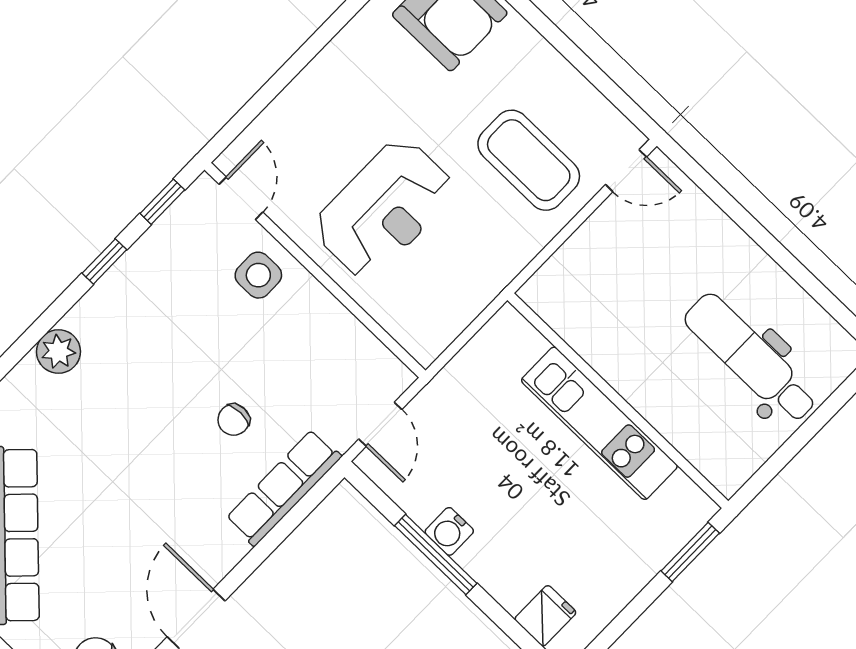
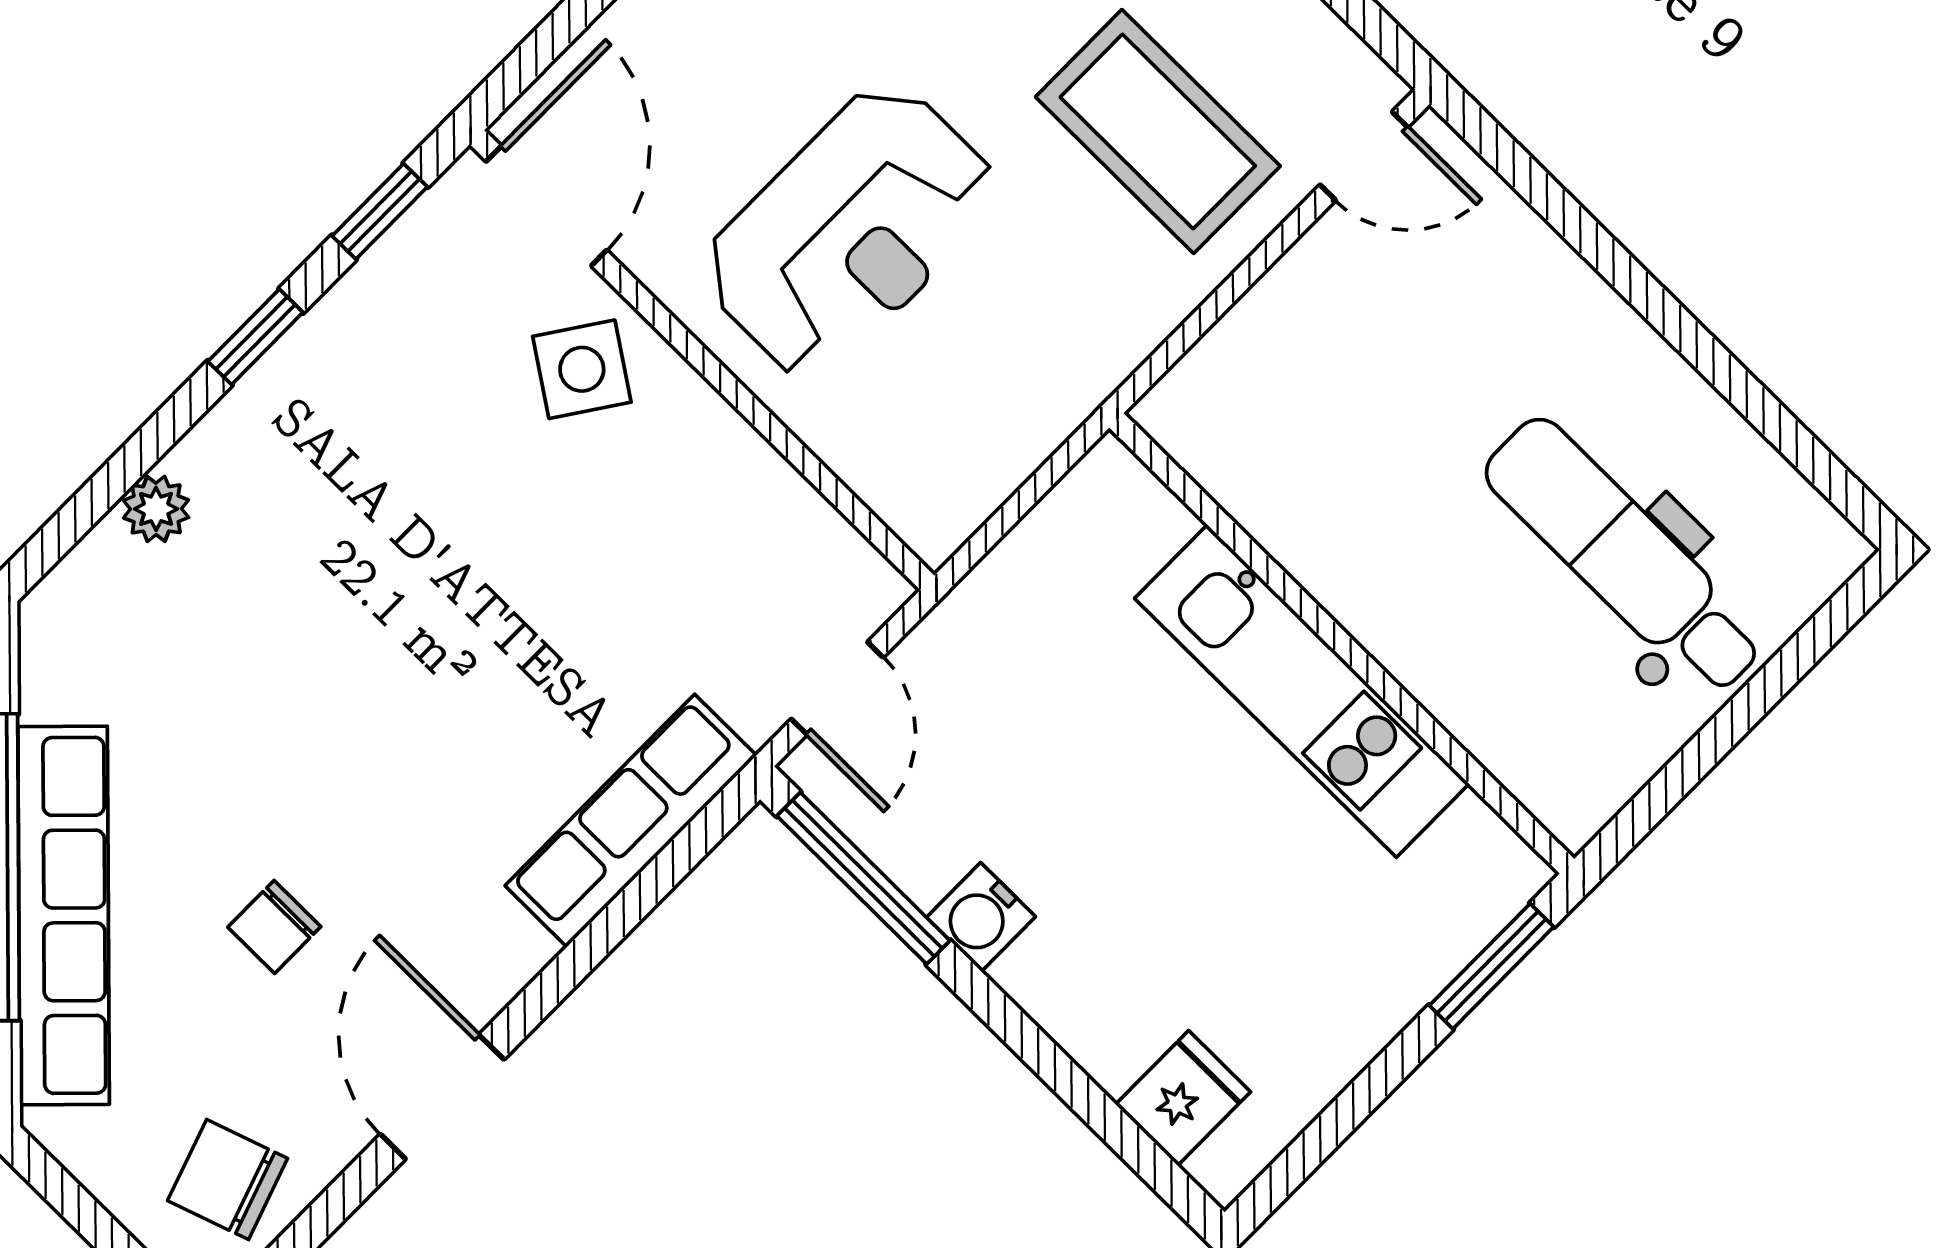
door: (241, 198) -> (546, 206), width x1.38
side table: (258, 275) -> (582, 369), turned 34
plant: (58, 351) -> (156, 509), width x0.73, depth x0.73
chair: (234, 420) -> (274, 927), moved
window: (436, 555) -> (863, 878), moved

